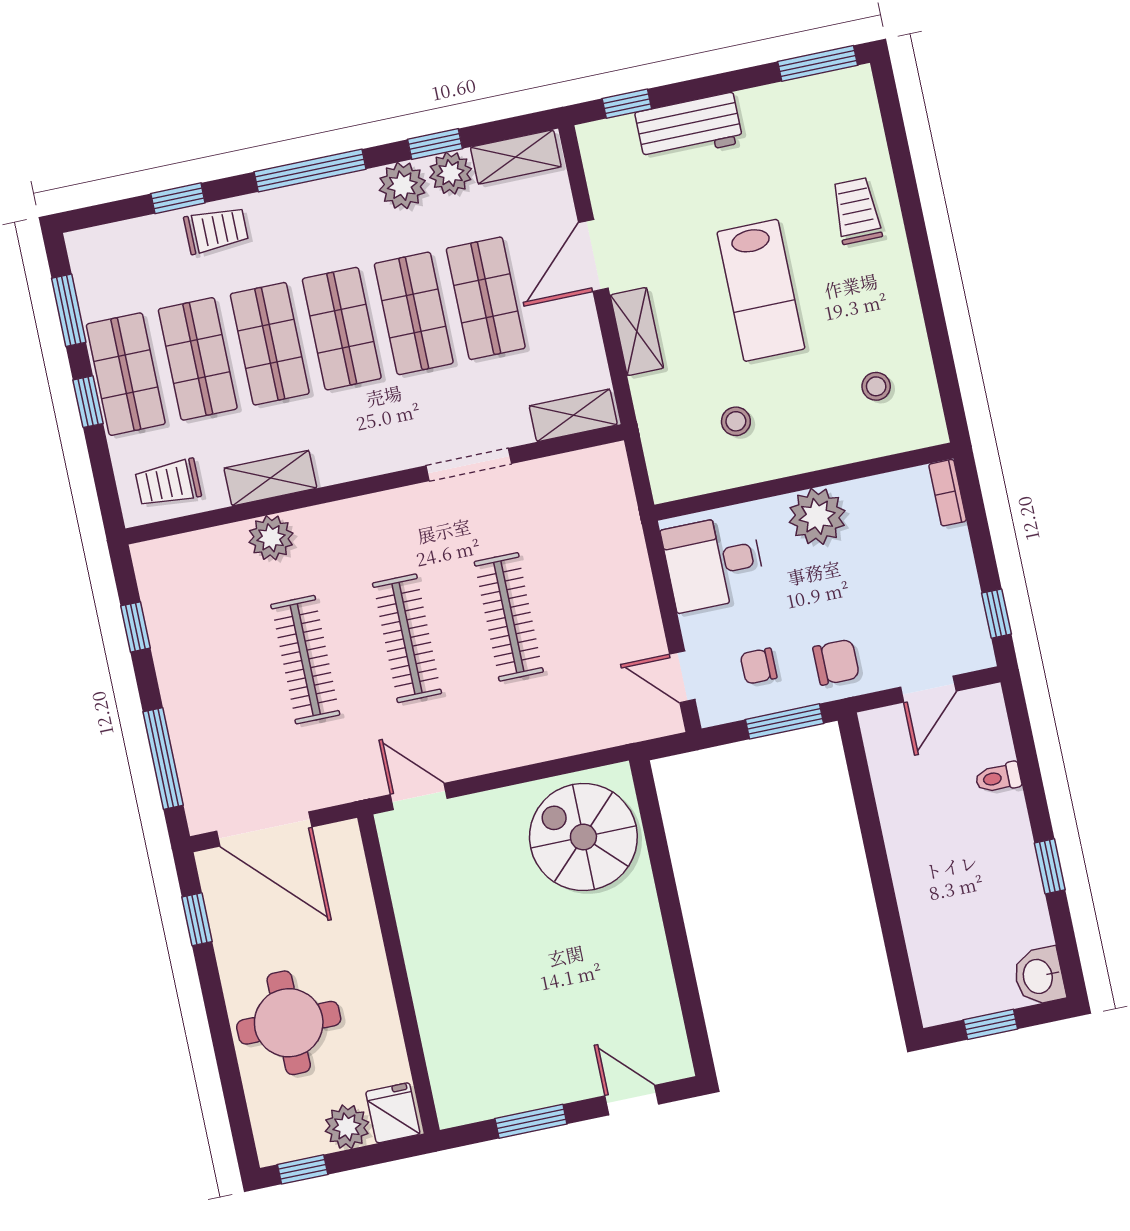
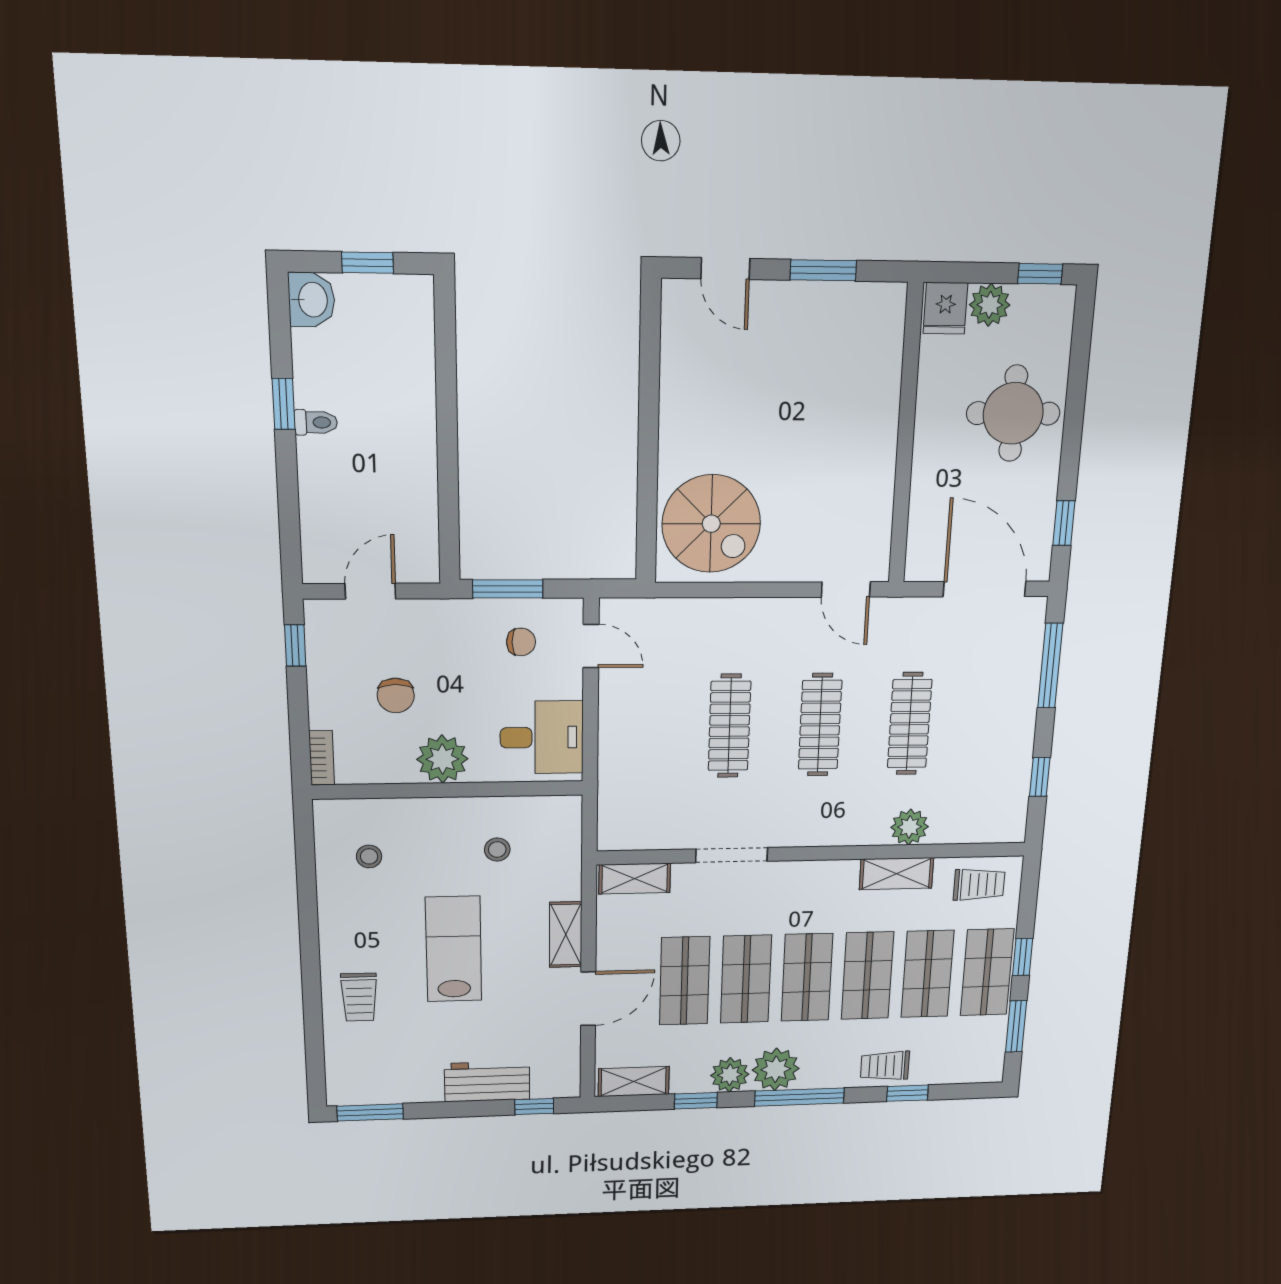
plant: (451, 173) -> (776, 1069), moved, width x1.36, depth x1.36
chair: (836, 662) -> (396, 695), moved, turned -90
toilet: (998, 778) -> (316, 422), moved

